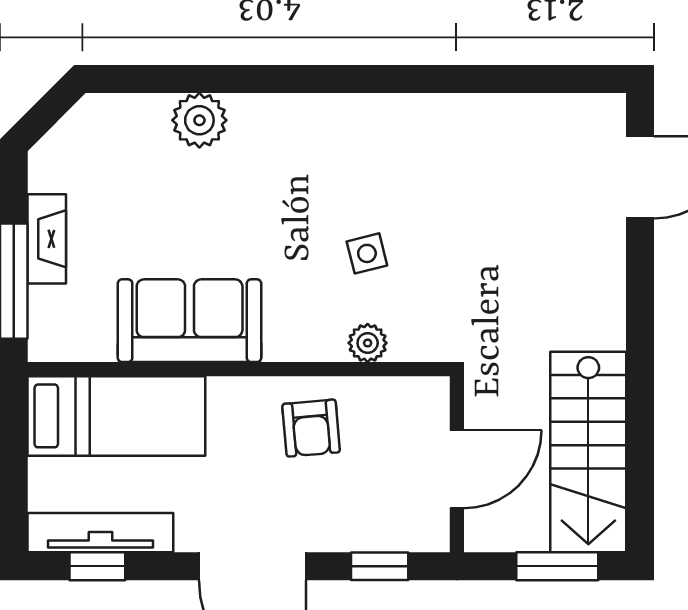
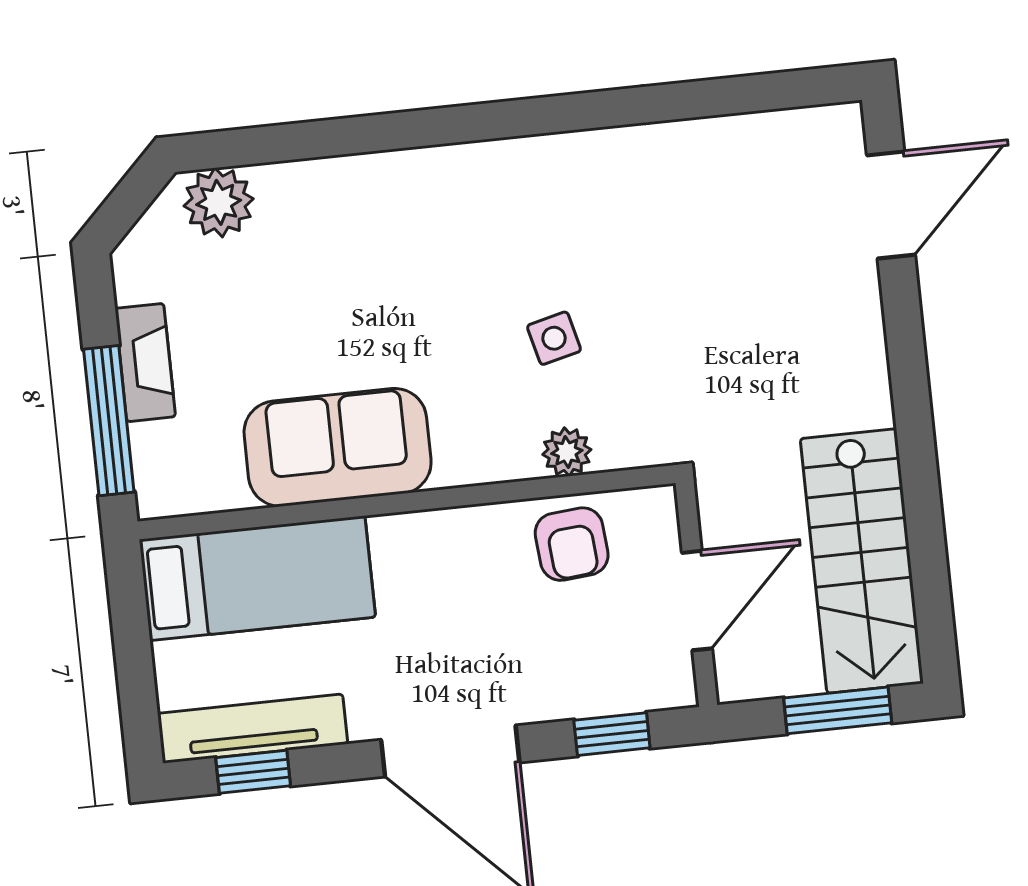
plant: (199, 120) -> (219, 202), moved
armchair: (311, 428) -> (572, 544), moved

